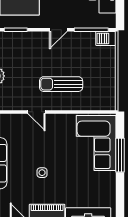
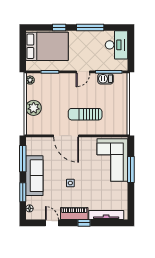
barbecue: (106, 38) -> (105, 79), moved
door: (37, 112) -> (66, 136), width x1.87

